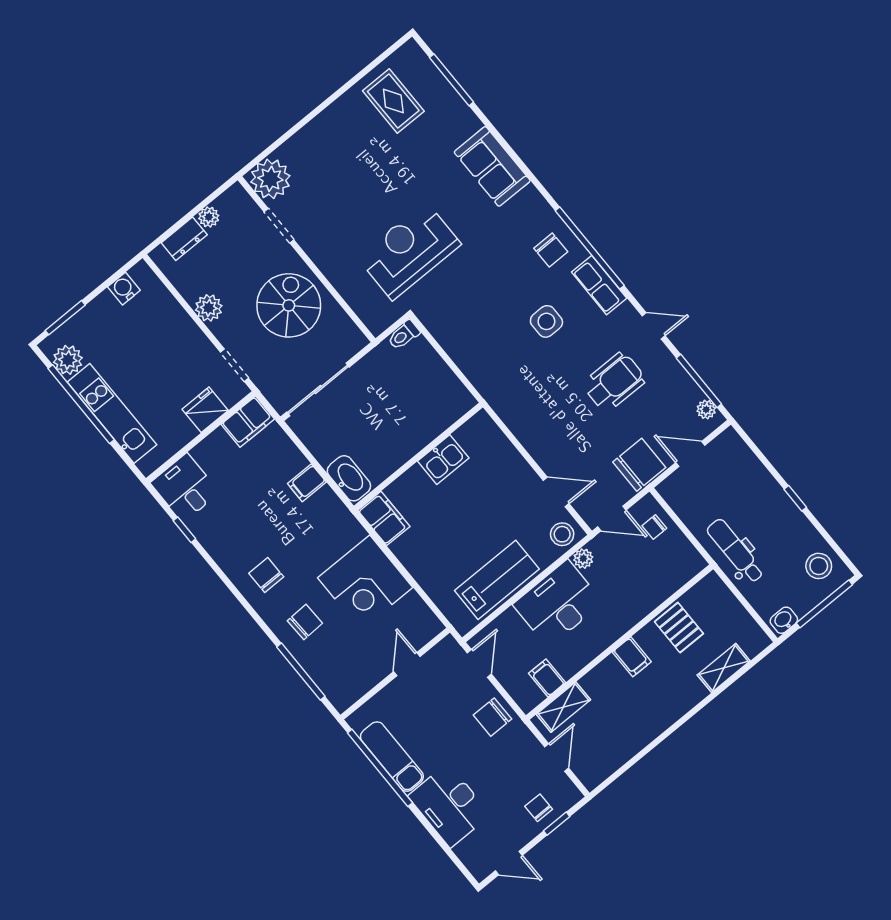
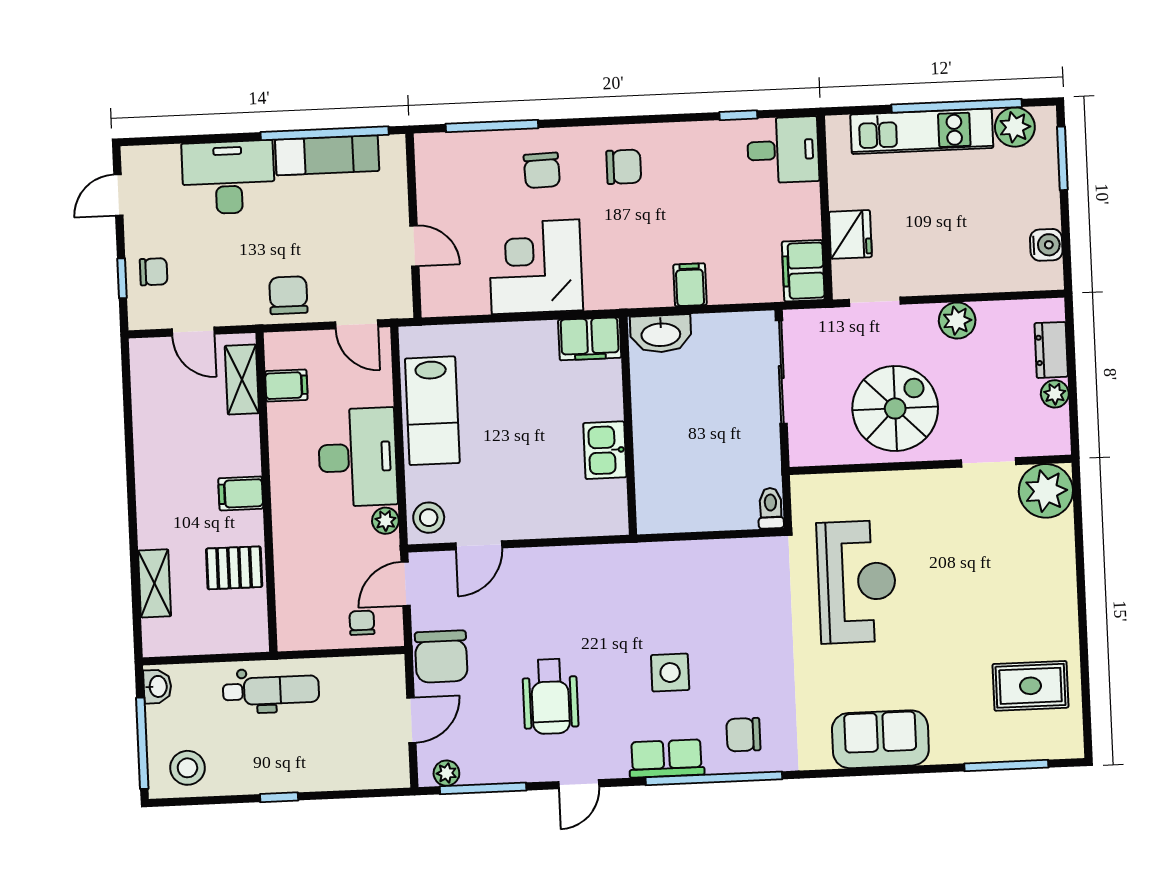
spiral stairs: (289, 305) -> (895, 408), turned -90

